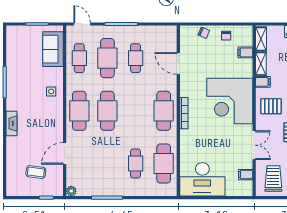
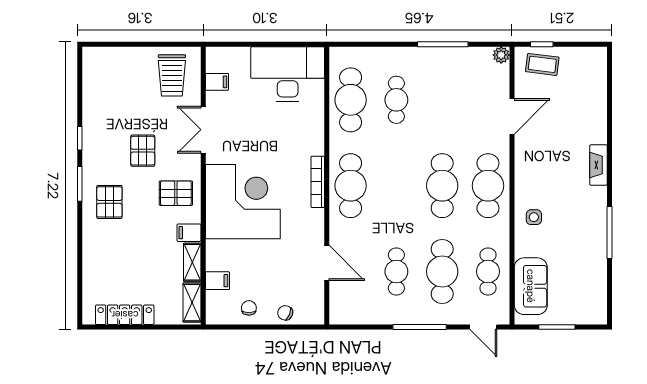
coffee table: (36, 172) -> (542, 64), moved

